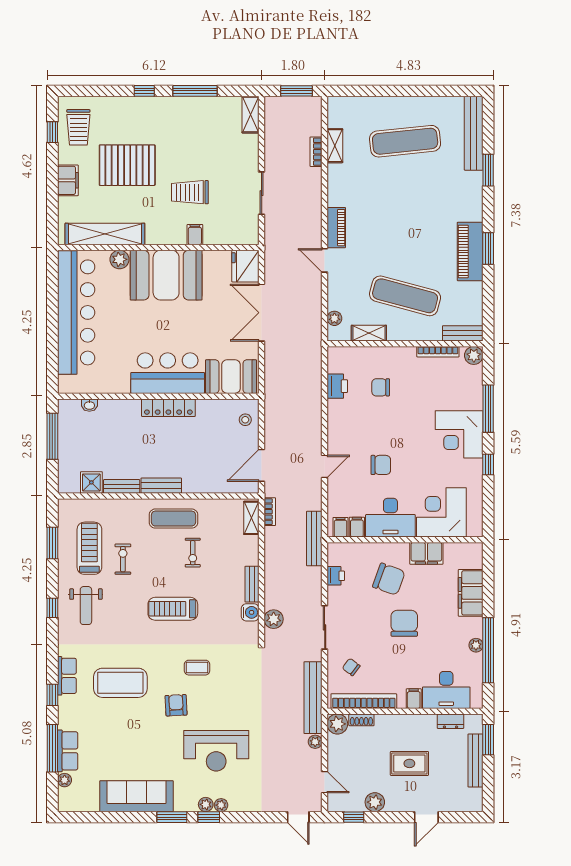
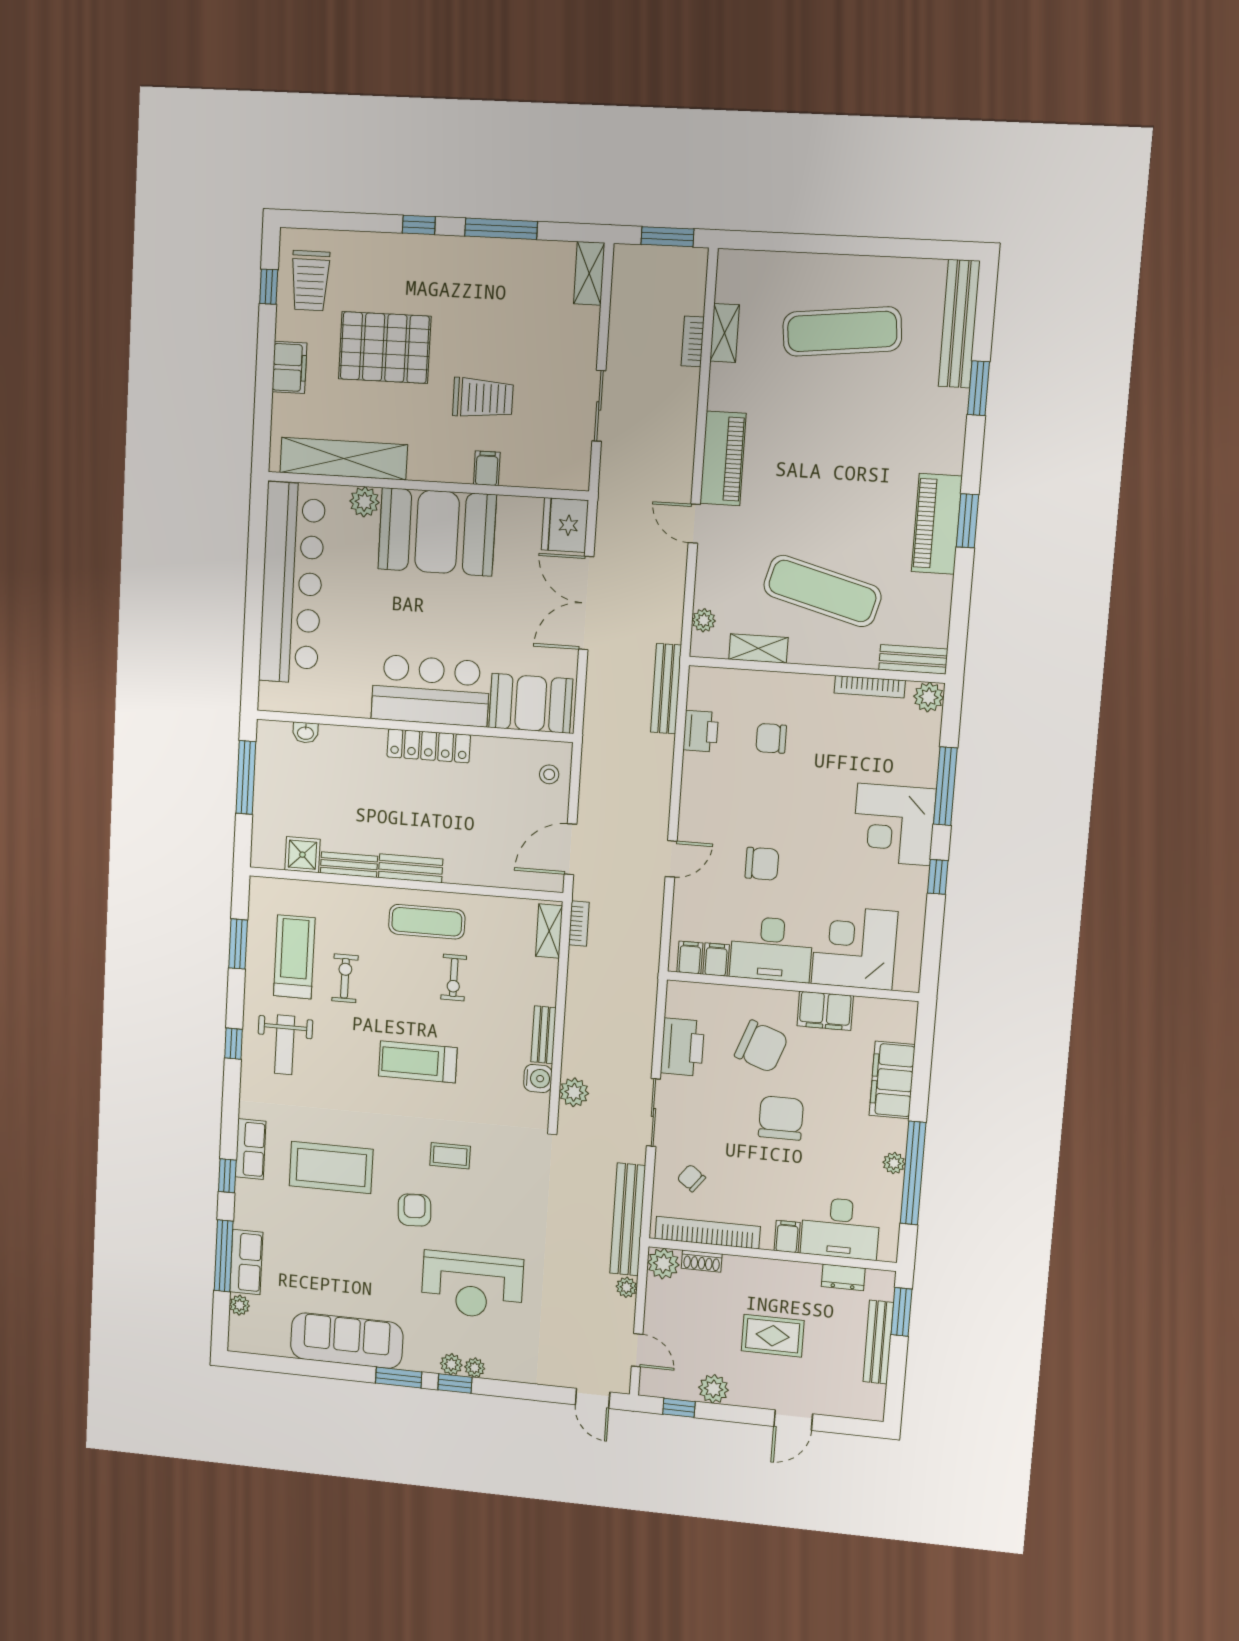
trolley: (190, 192) -> (483, 398), turned 180
piano: (336, 228) -> (723, 458), width x1.37, depth x1.33
bench: (314, 539) -> (666, 689), moved
printer: (336, 576) -> (682, 1047), width x1.87, depth x1.48

